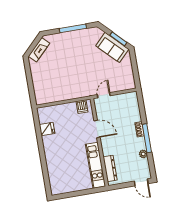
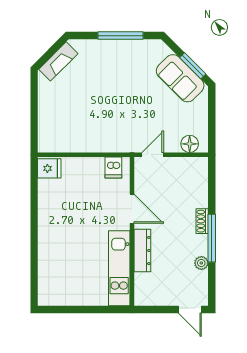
floor lamp: (124, 85) -> (190, 144), added
fridge: (47, 129) -> (49, 168), moved
dresser: (110, 168) -> (142, 251), moved

